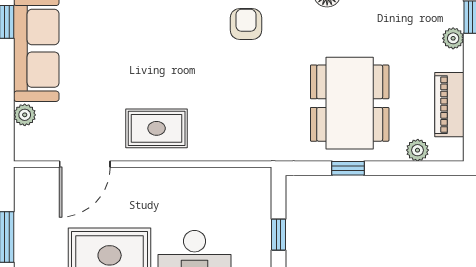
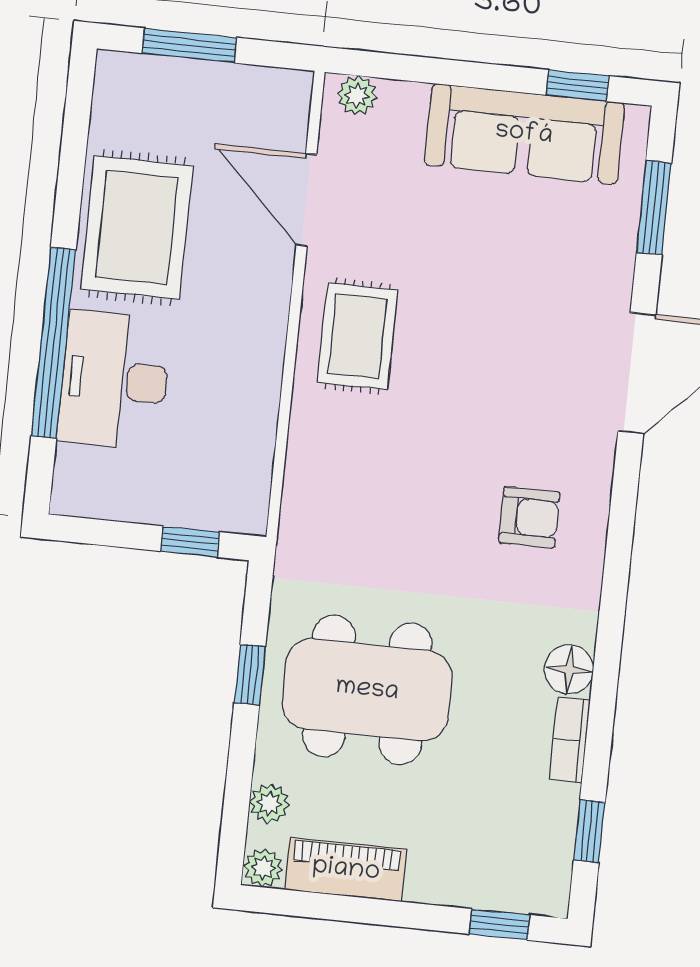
plant: (453, 38) -> (263, 868), moved
plant: (25, 115) -> (357, 95), moved
window: (279, 235) -> (190, 542), moved

